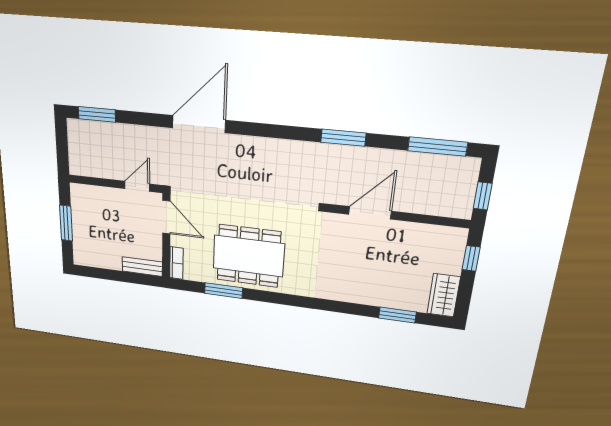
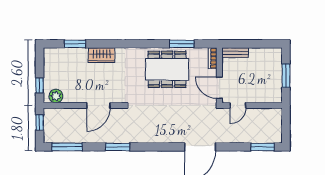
plant: (444, 237) -> (56, 96), added
wardrobe: (444, 295) -> (101, 55), moved, turned 90

